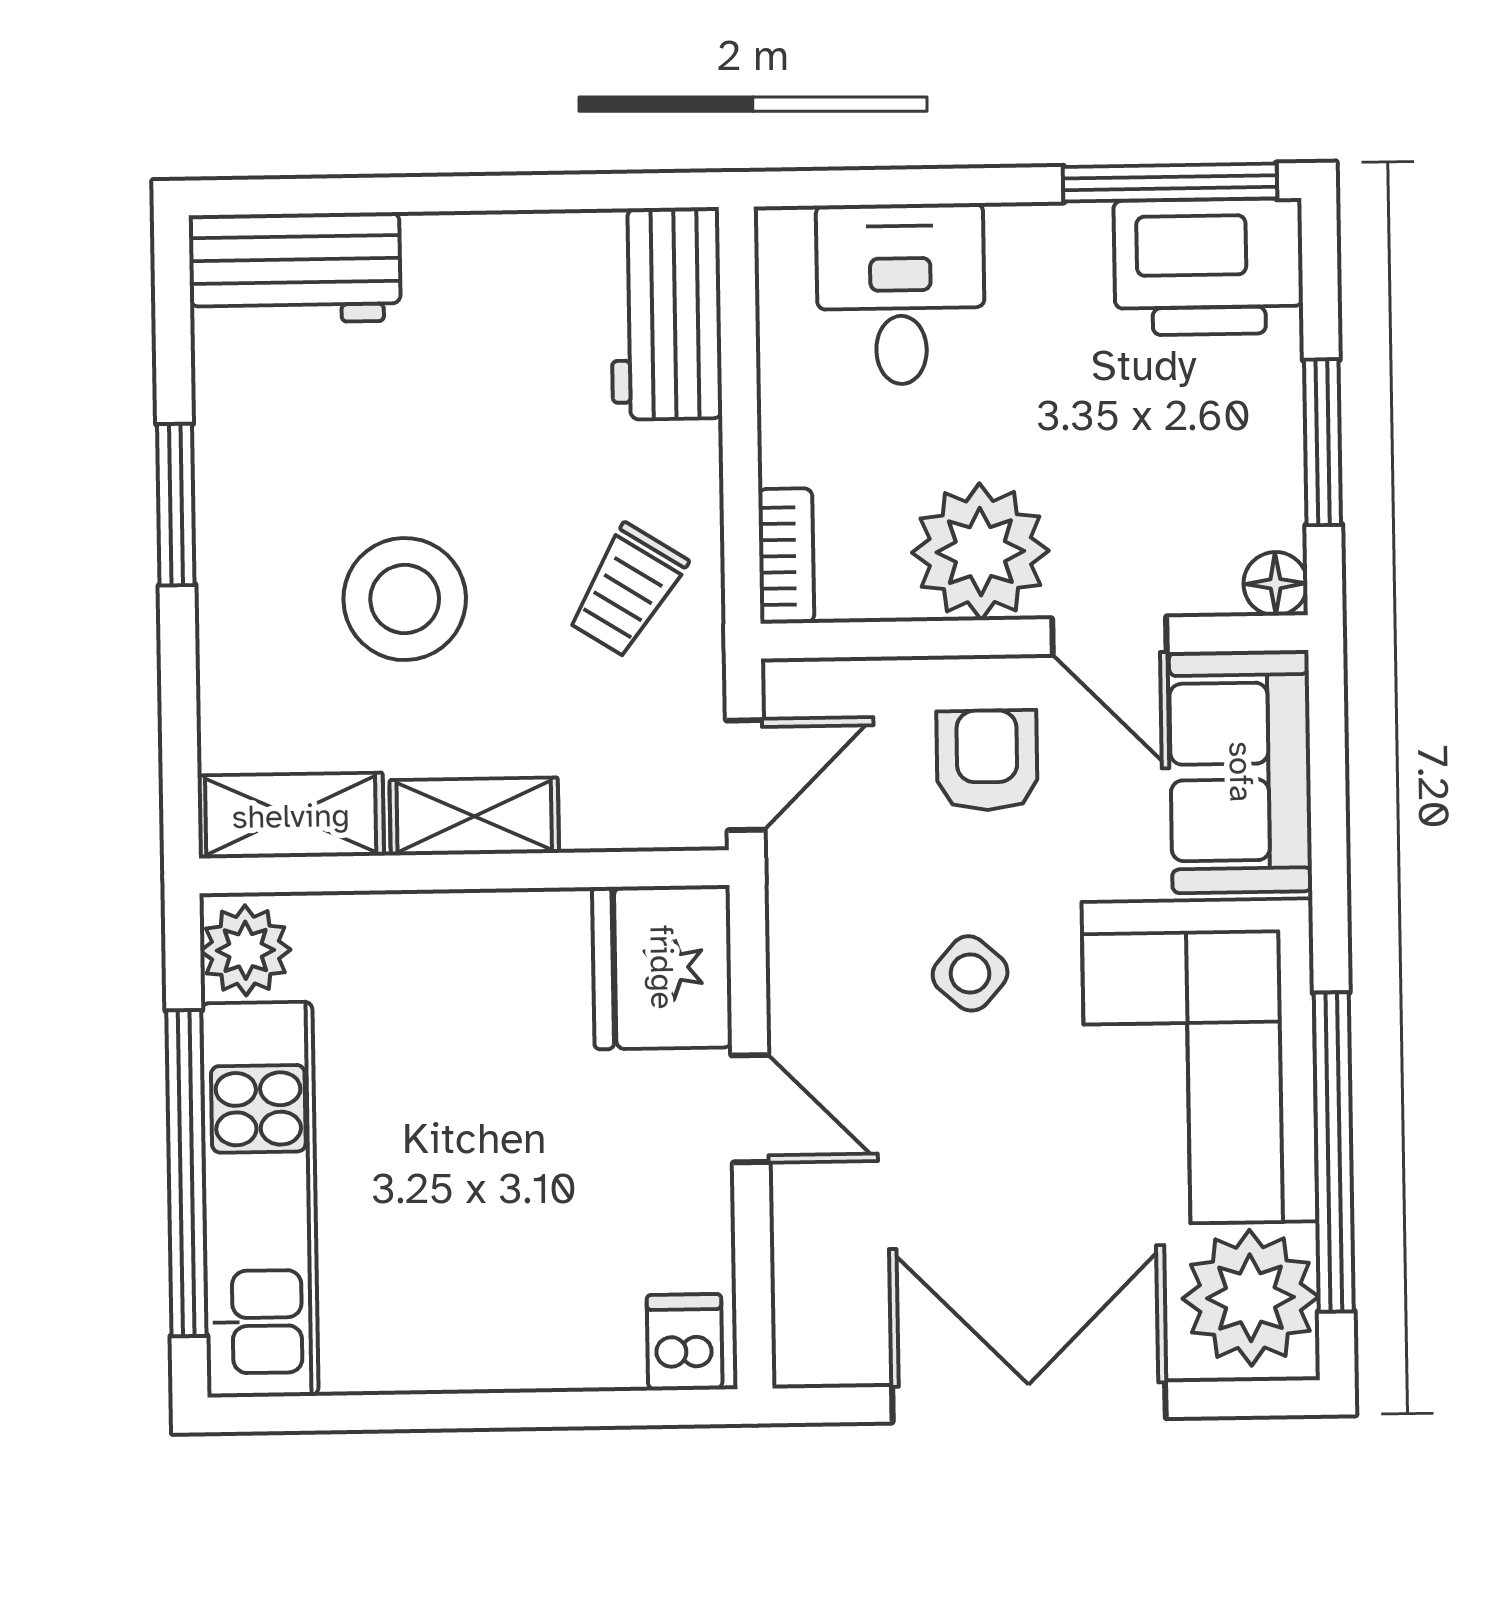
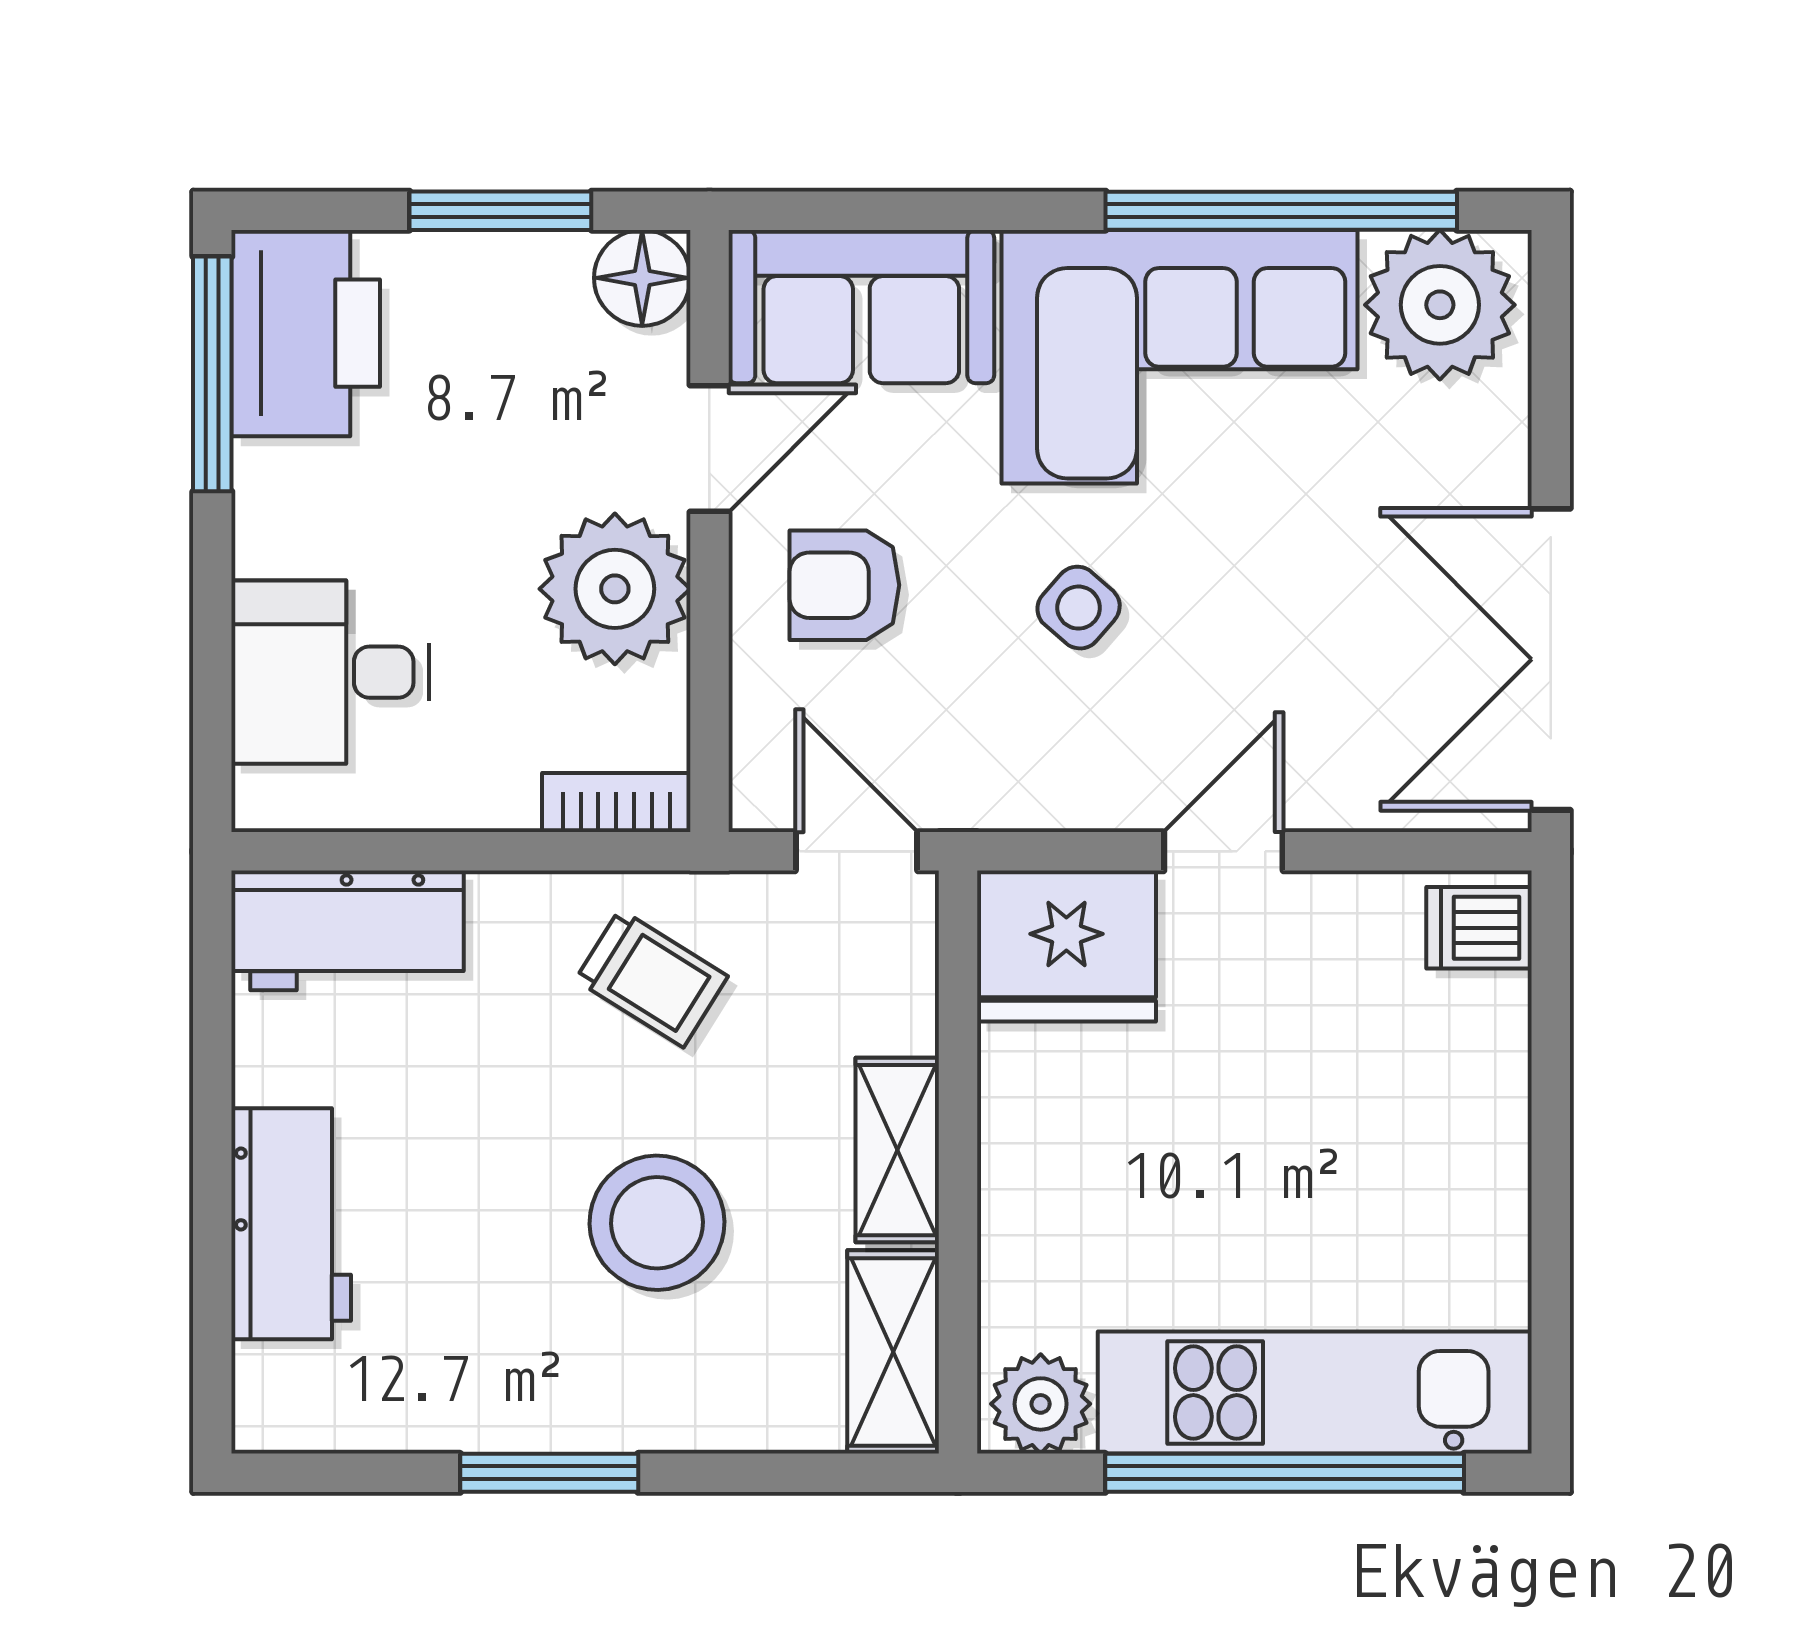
workbench: (295, 268) -> (291, 1224), moved
floor lamp: (1275, 584) -> (642, 278), width x1.37, depth x1.37
double door: (1029, 1402) -> (1551, 659), moved

